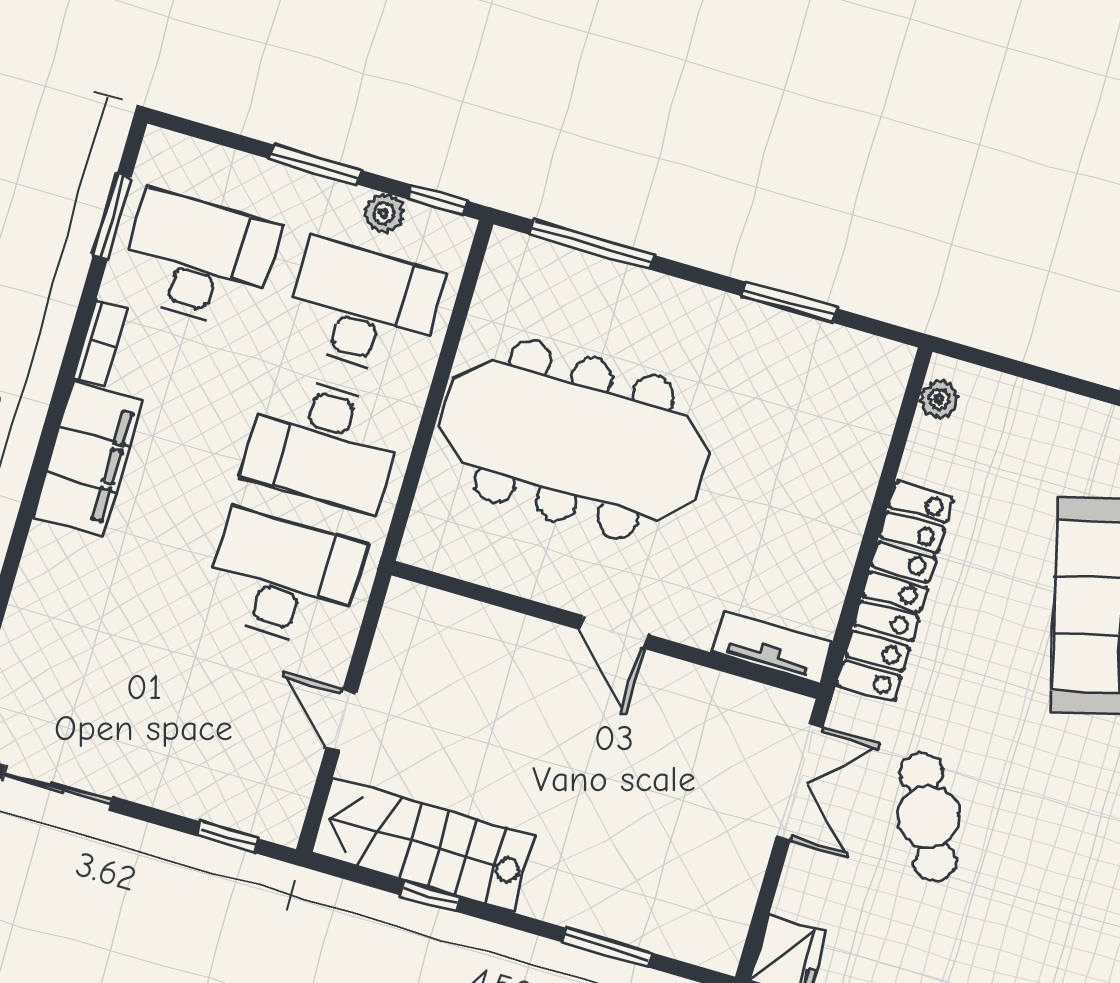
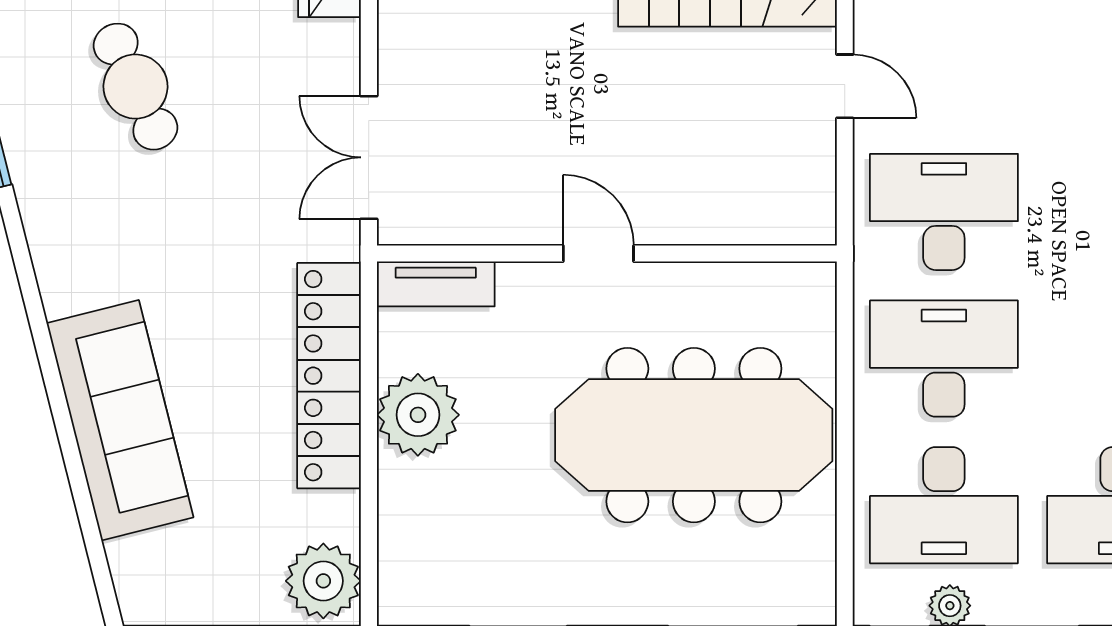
plant: (939, 399) -> (323, 581), width x1.88, depth x1.88
plant: (823, 532) -> (418, 415), added
desk: (284, 578) -> (944, 212), turned 180
cafe table: (929, 817) -> (135, 87), moved

